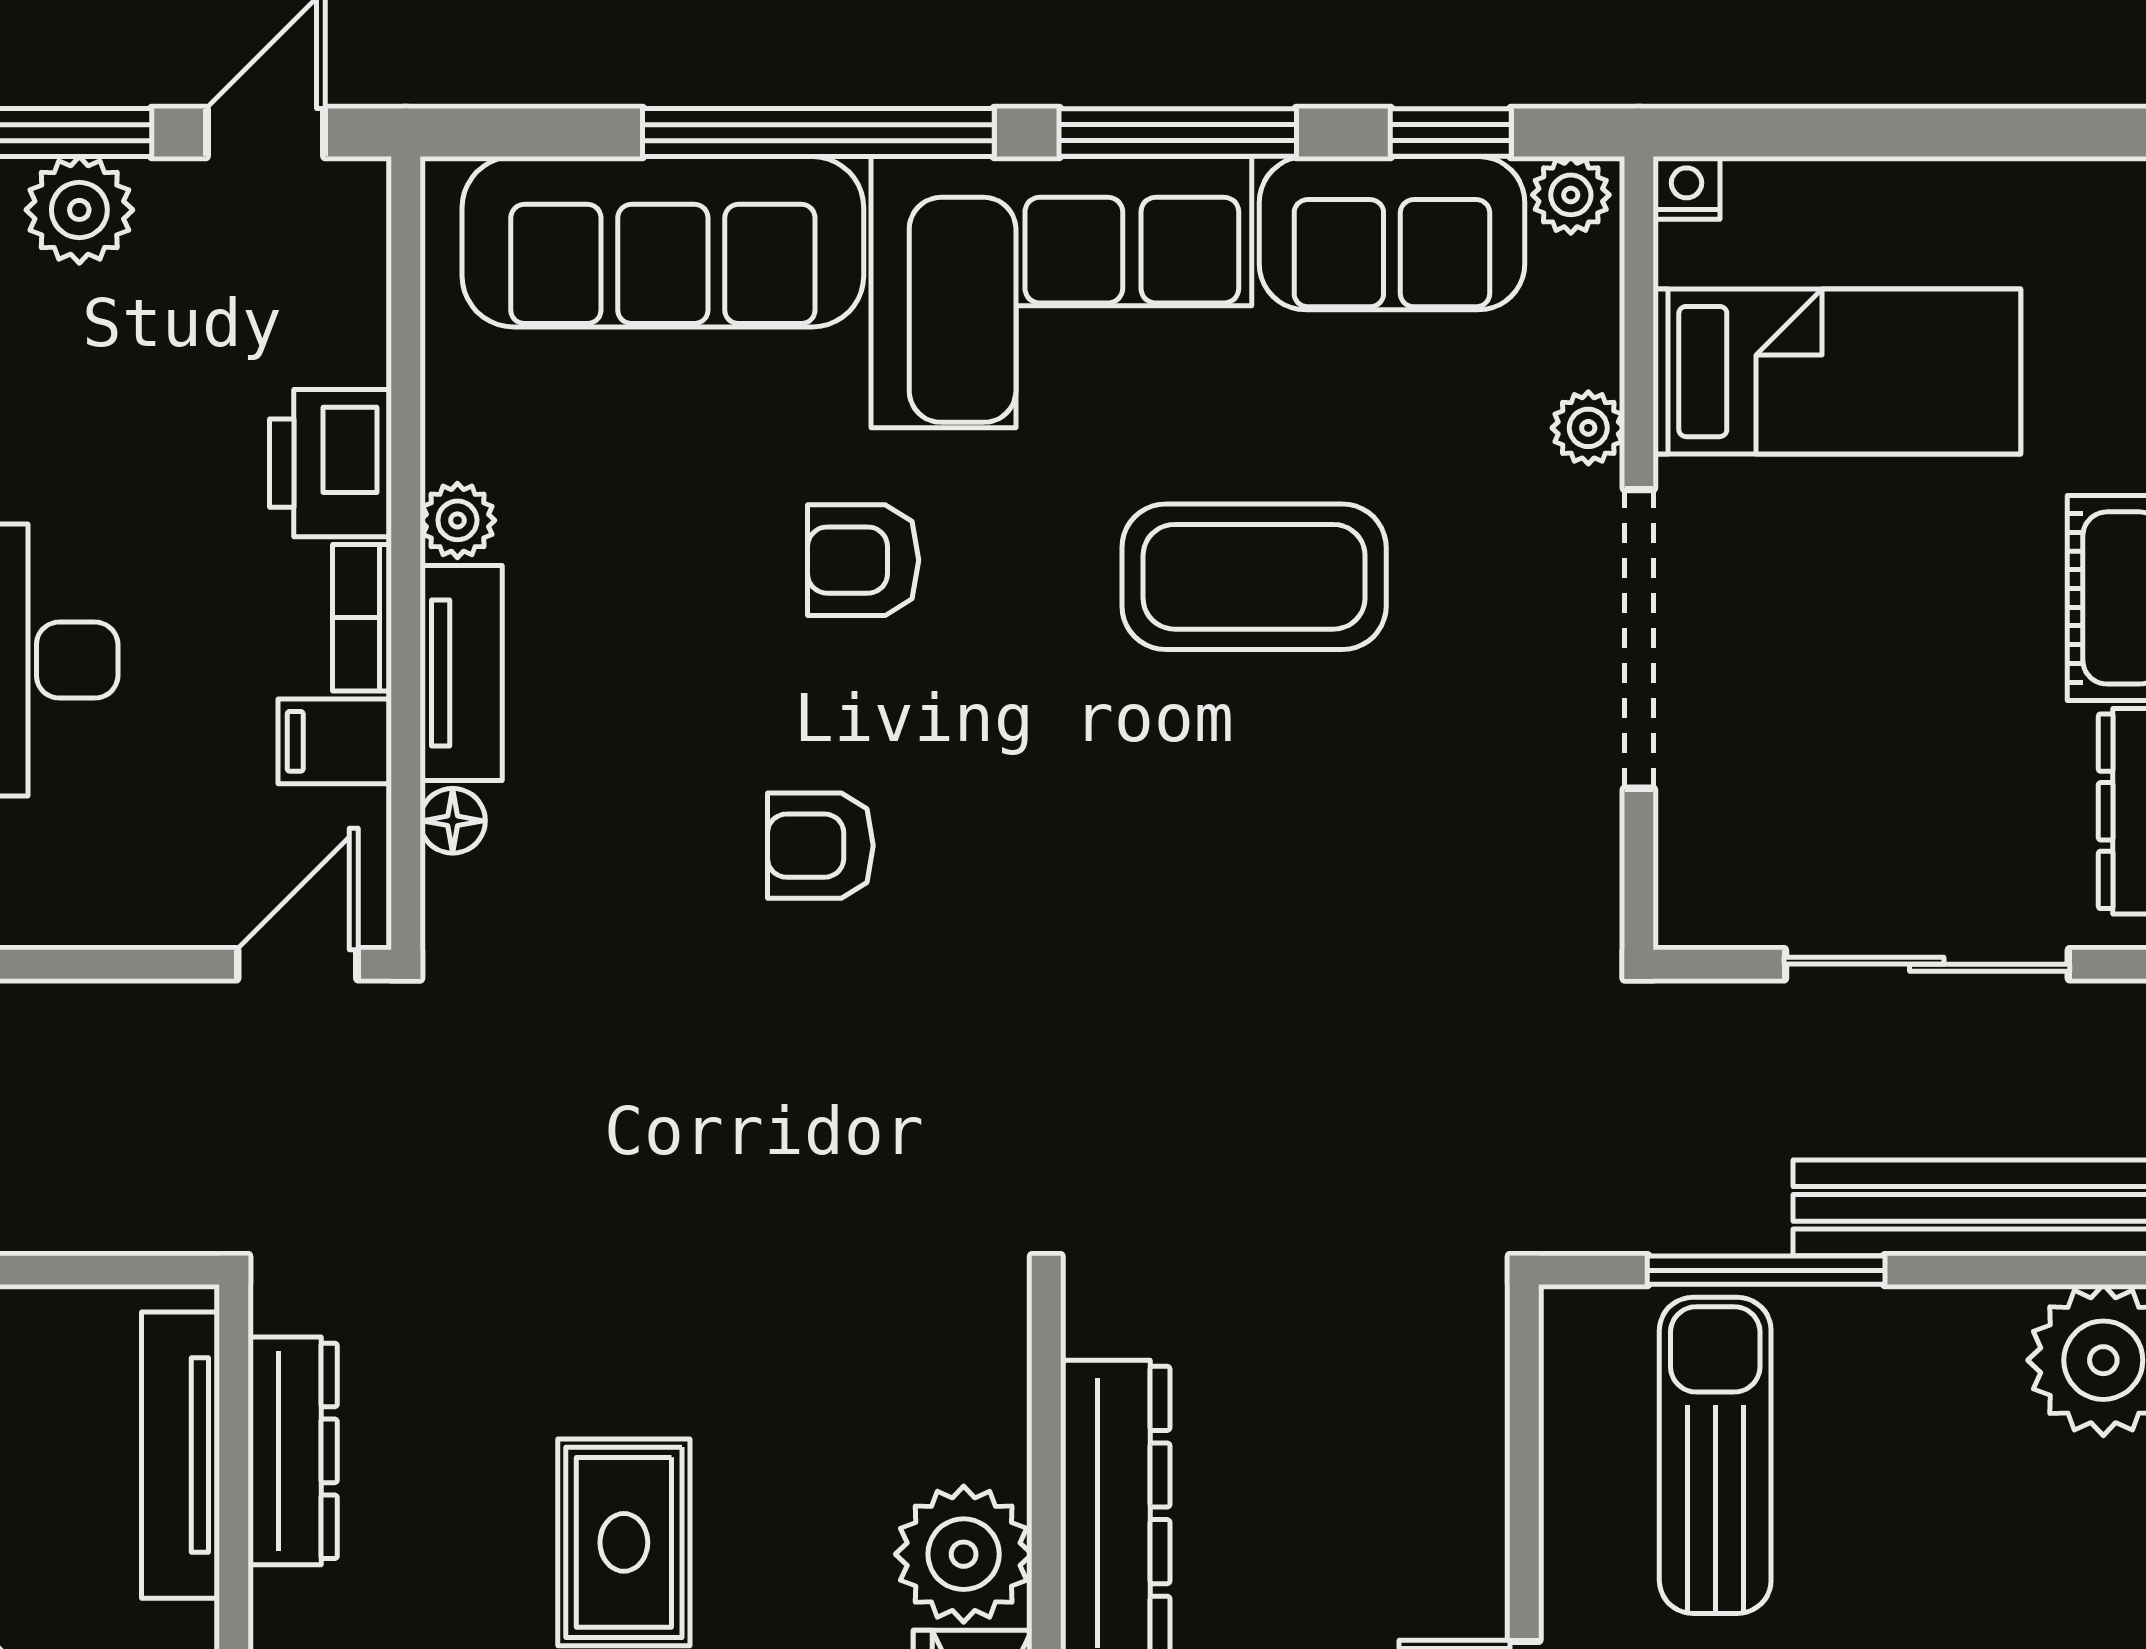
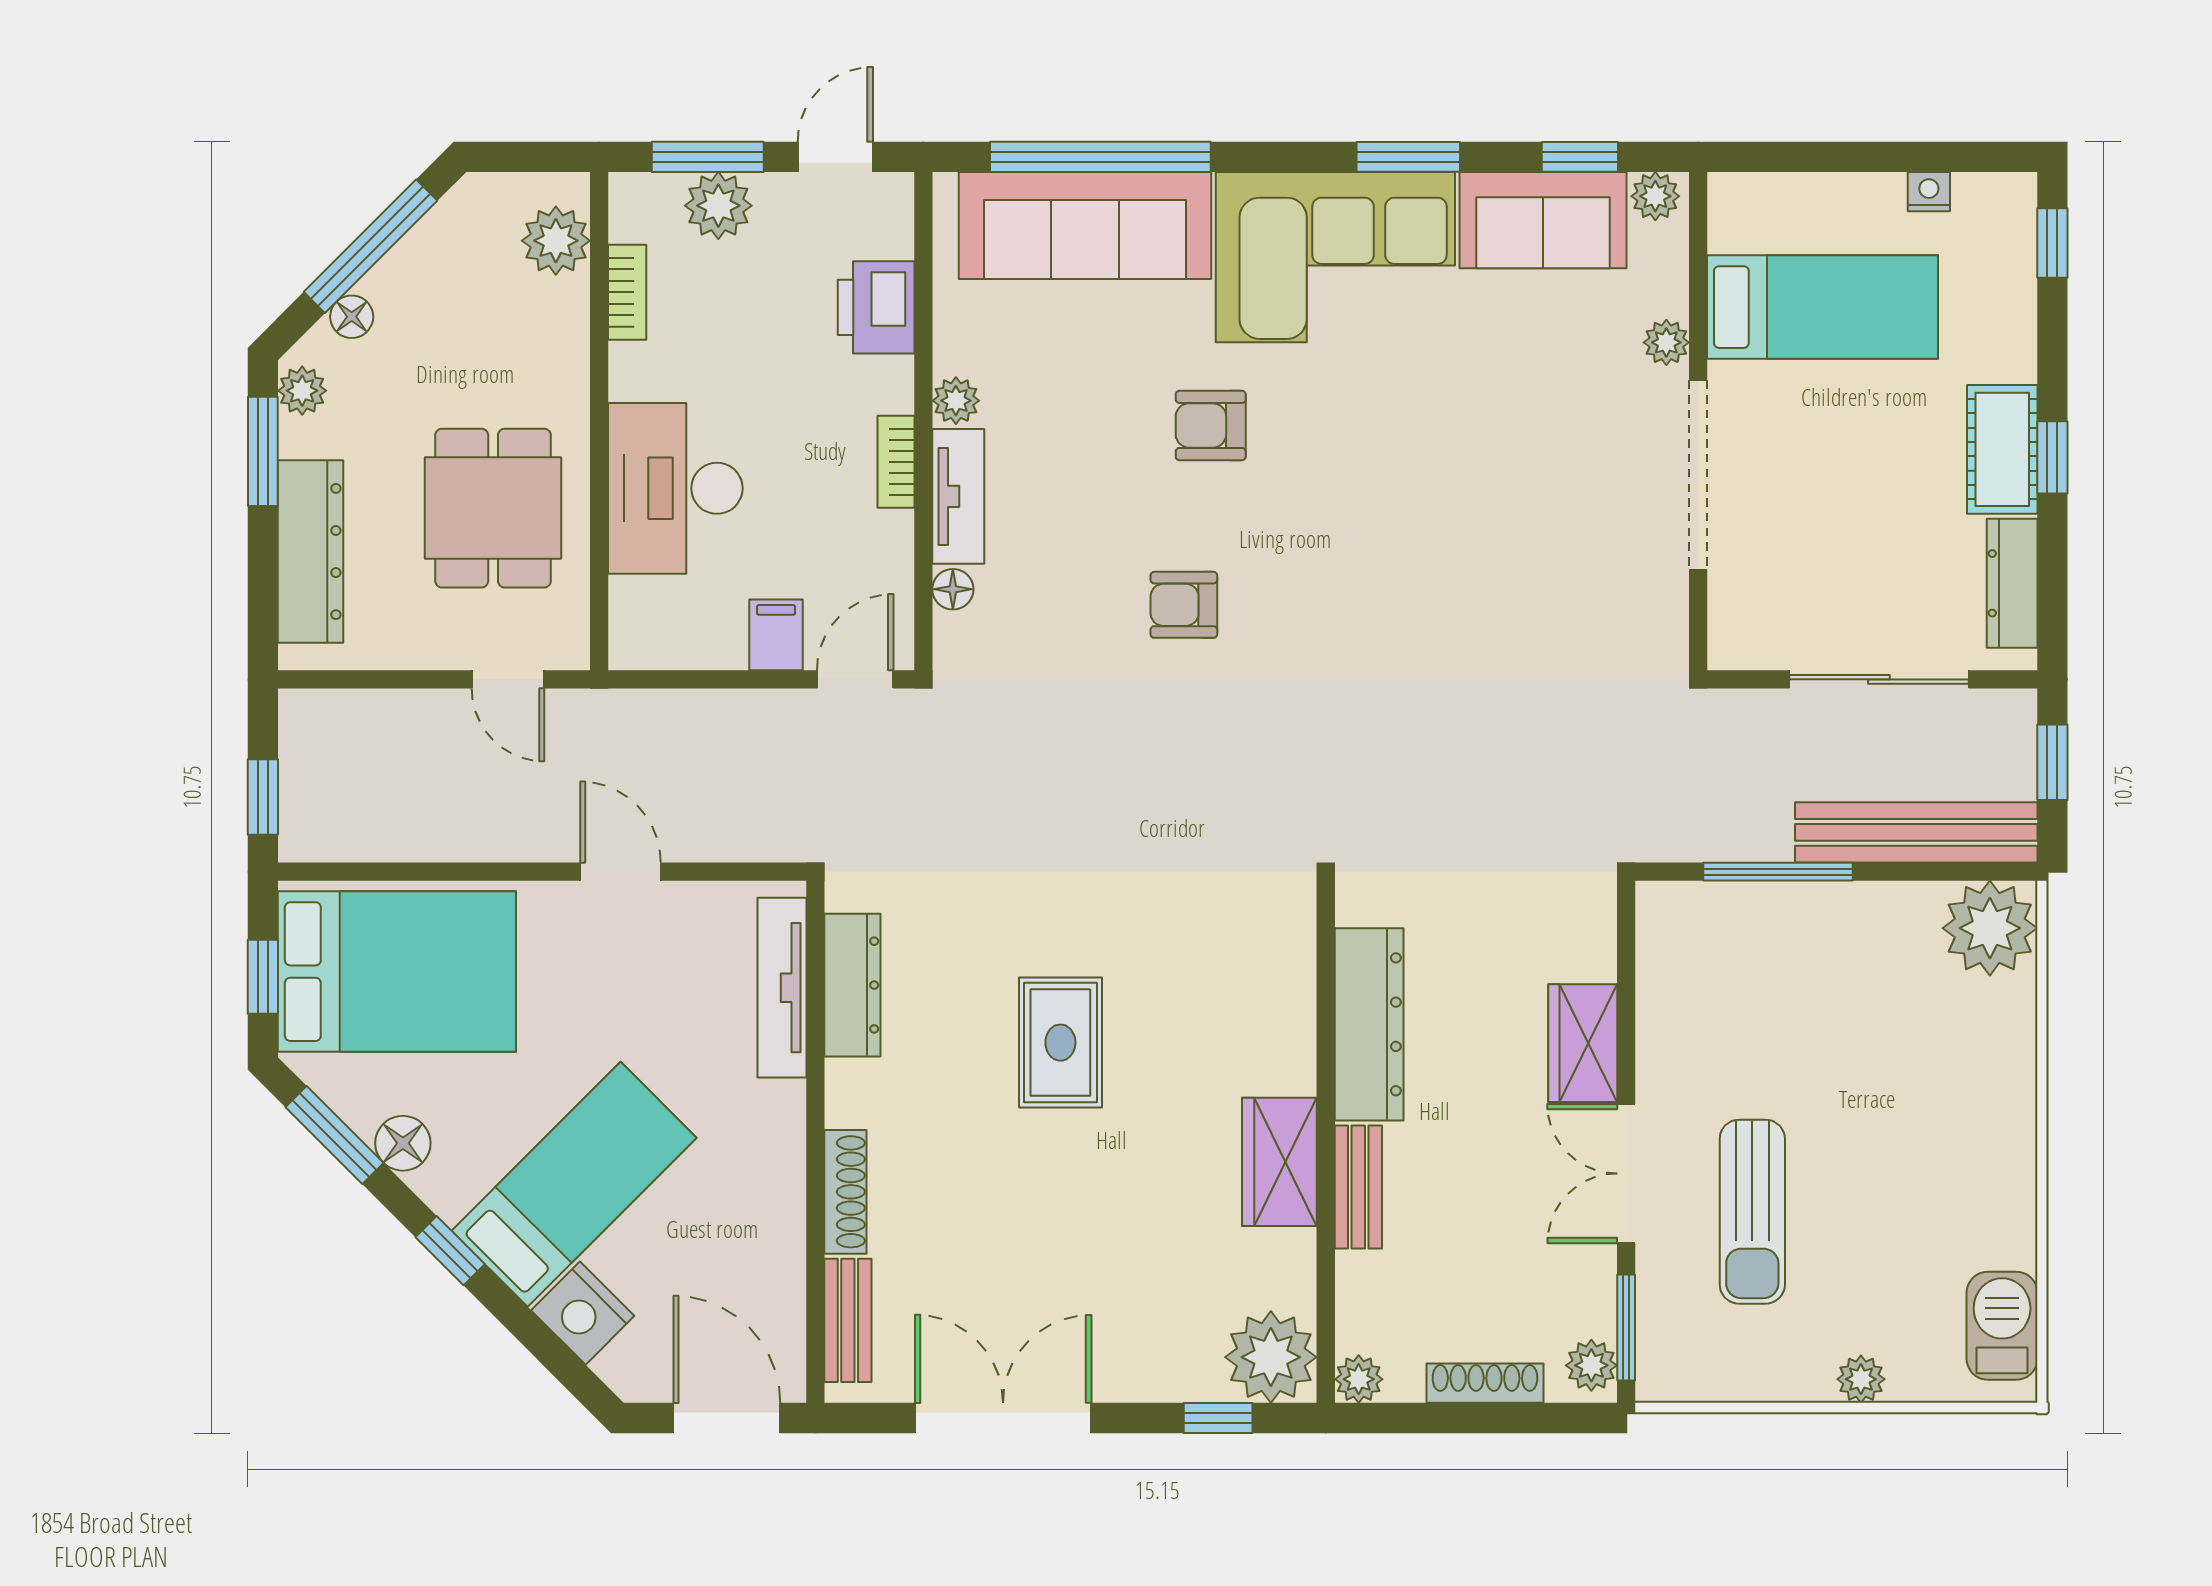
window: (818, 133) -> (1100, 157), moved
window: (1178, 133) -> (1408, 157), width x0.69
nightstand: (1687, 188) -> (1929, 192), moved
printer: (330, 463) -> (876, 307), moved
coffee table: (1254, 577) -> (1456, 436), removed
filing cabinet: (335, 741) -> (776, 635), moved, turned 90
sun lounger: (1715, 1455) -> (1746, 988), removed
wardrobe: (1455, 1543) -> (1583, 1043), added
plant: (964, 1554) -> (1274, 1050), removed

